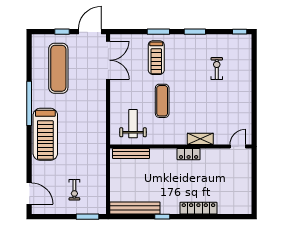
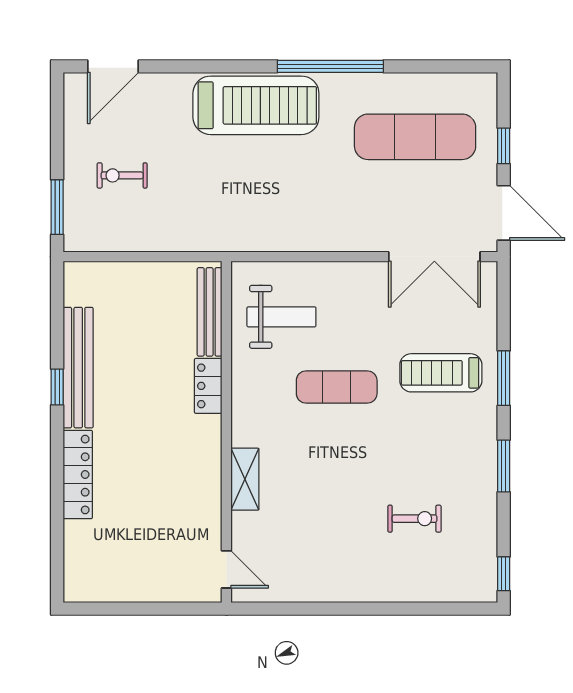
treadmill: (45, 134) -> (256, 105), turned 180
locker: (189, 154) -> (208, 386), moved
bench: (135, 208) -> (78, 368), moved

